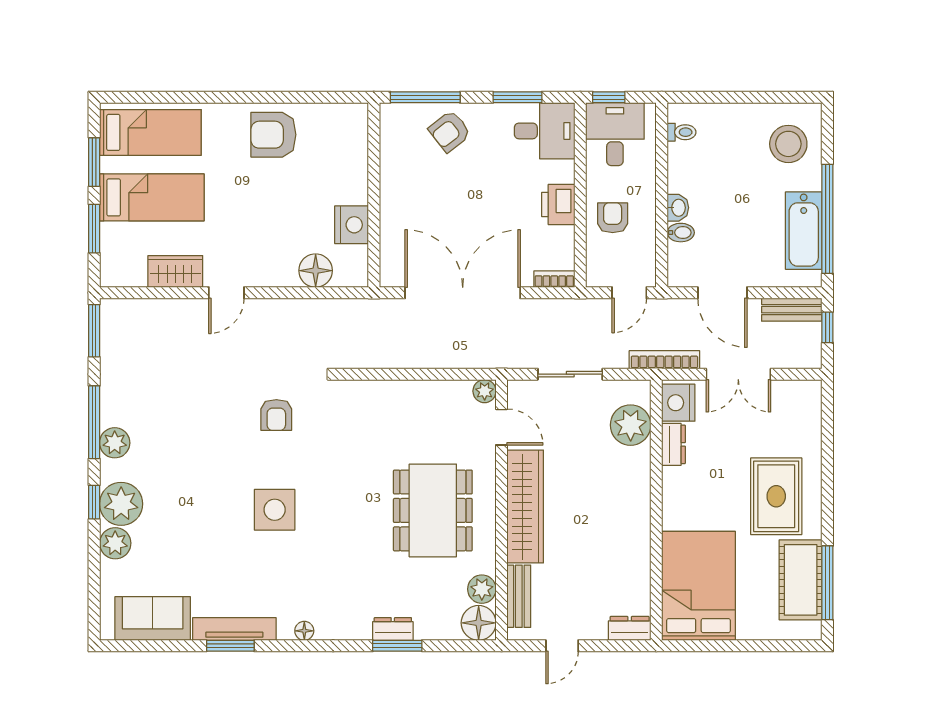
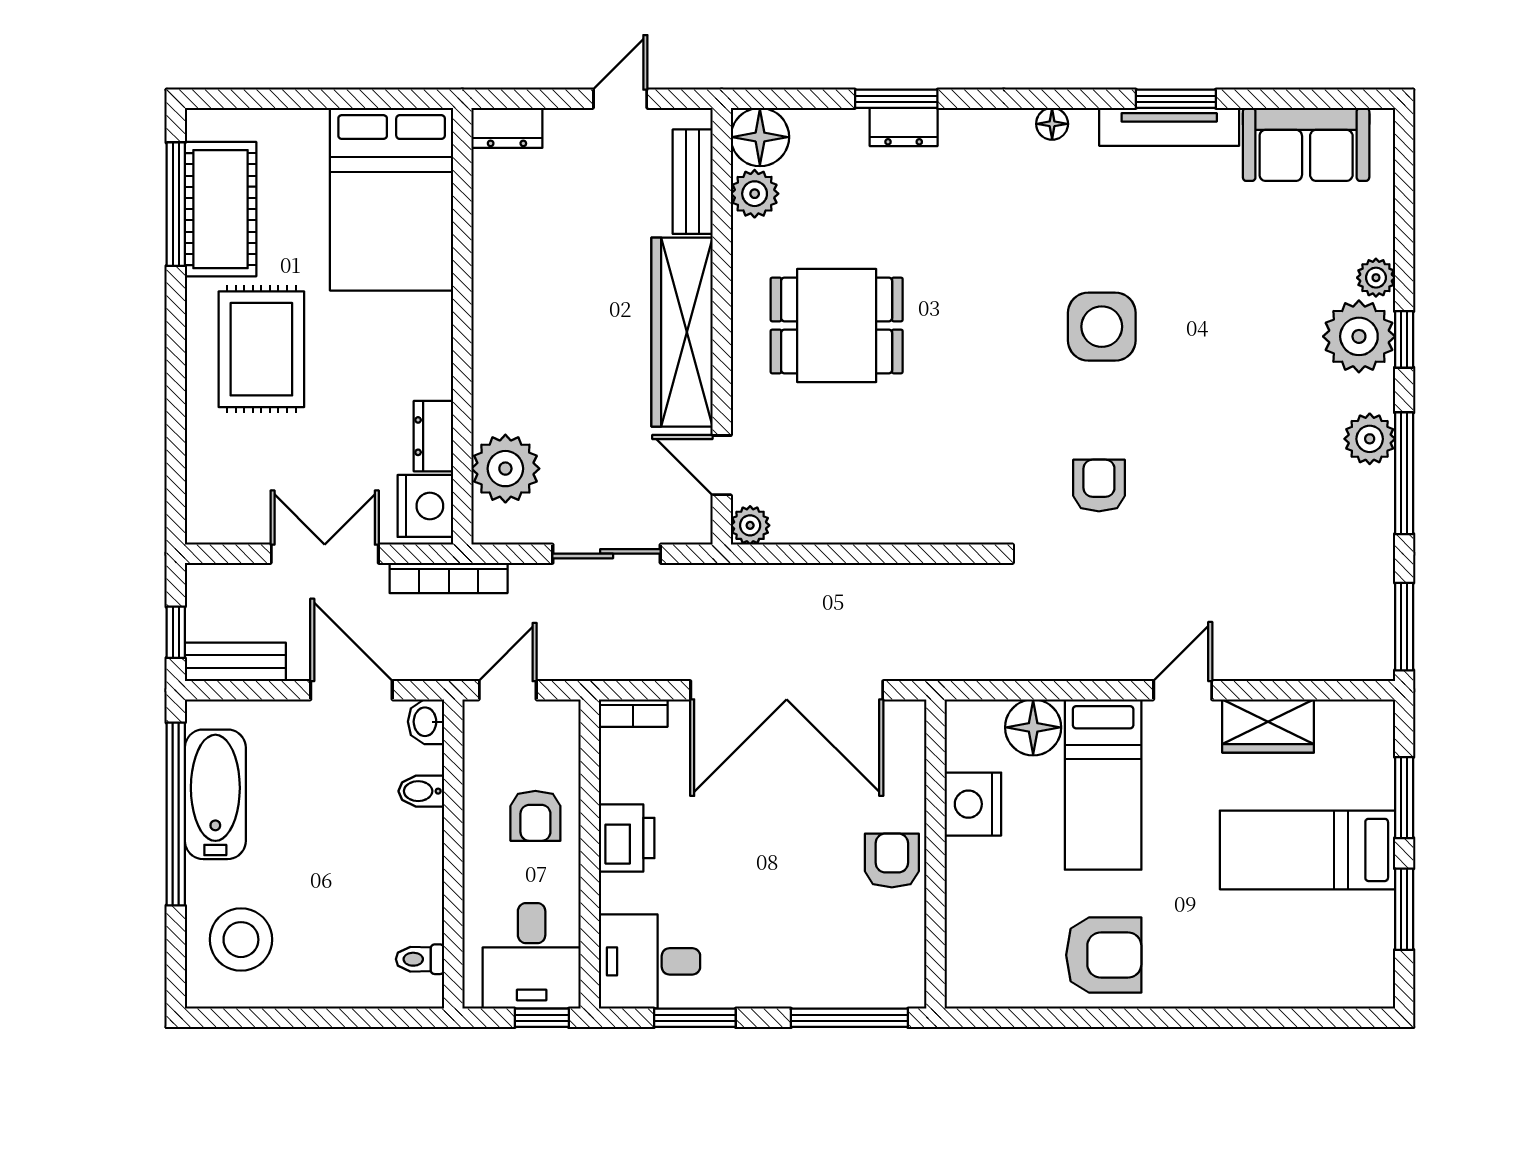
armchair: (450, 131) -> (892, 861), moved, turned -52
bed: (150, 132) -> (1103, 785), moved, turned -90
washbasin: (678, 208) -> (426, 722), moved
dining table: (433, 510) -> (837, 325), width x0.73
plant: (115, 543) -> (1376, 278), width x0.73, depth x0.73

